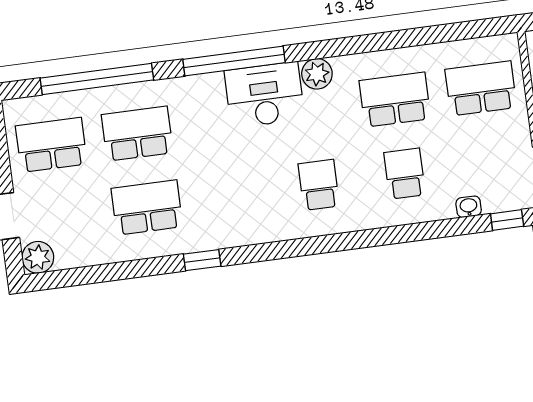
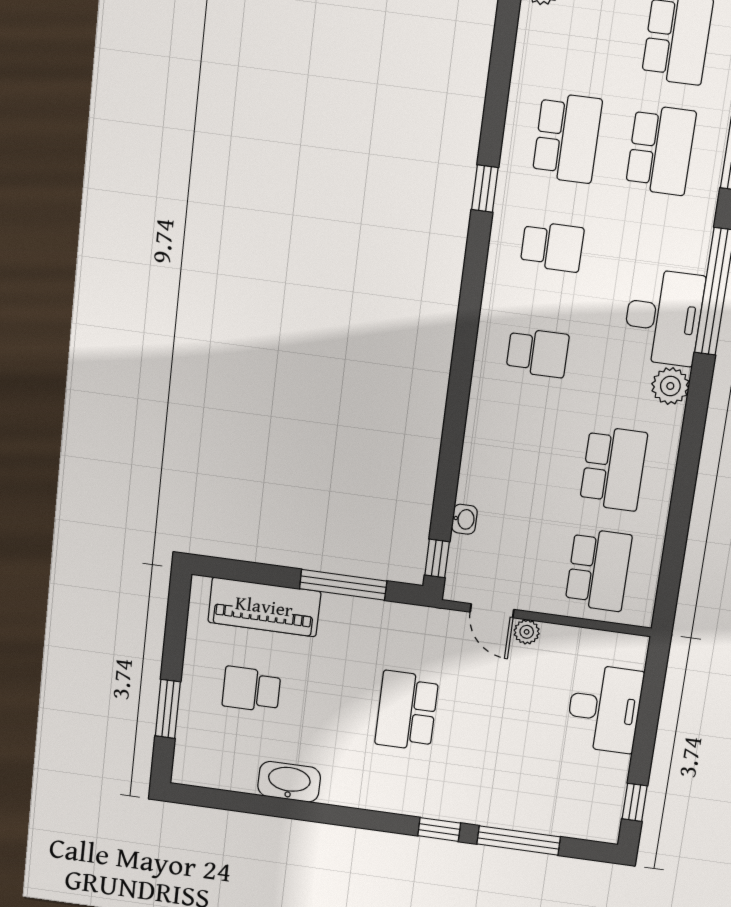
school desk: (405, 174) -> (552, 247), moved

